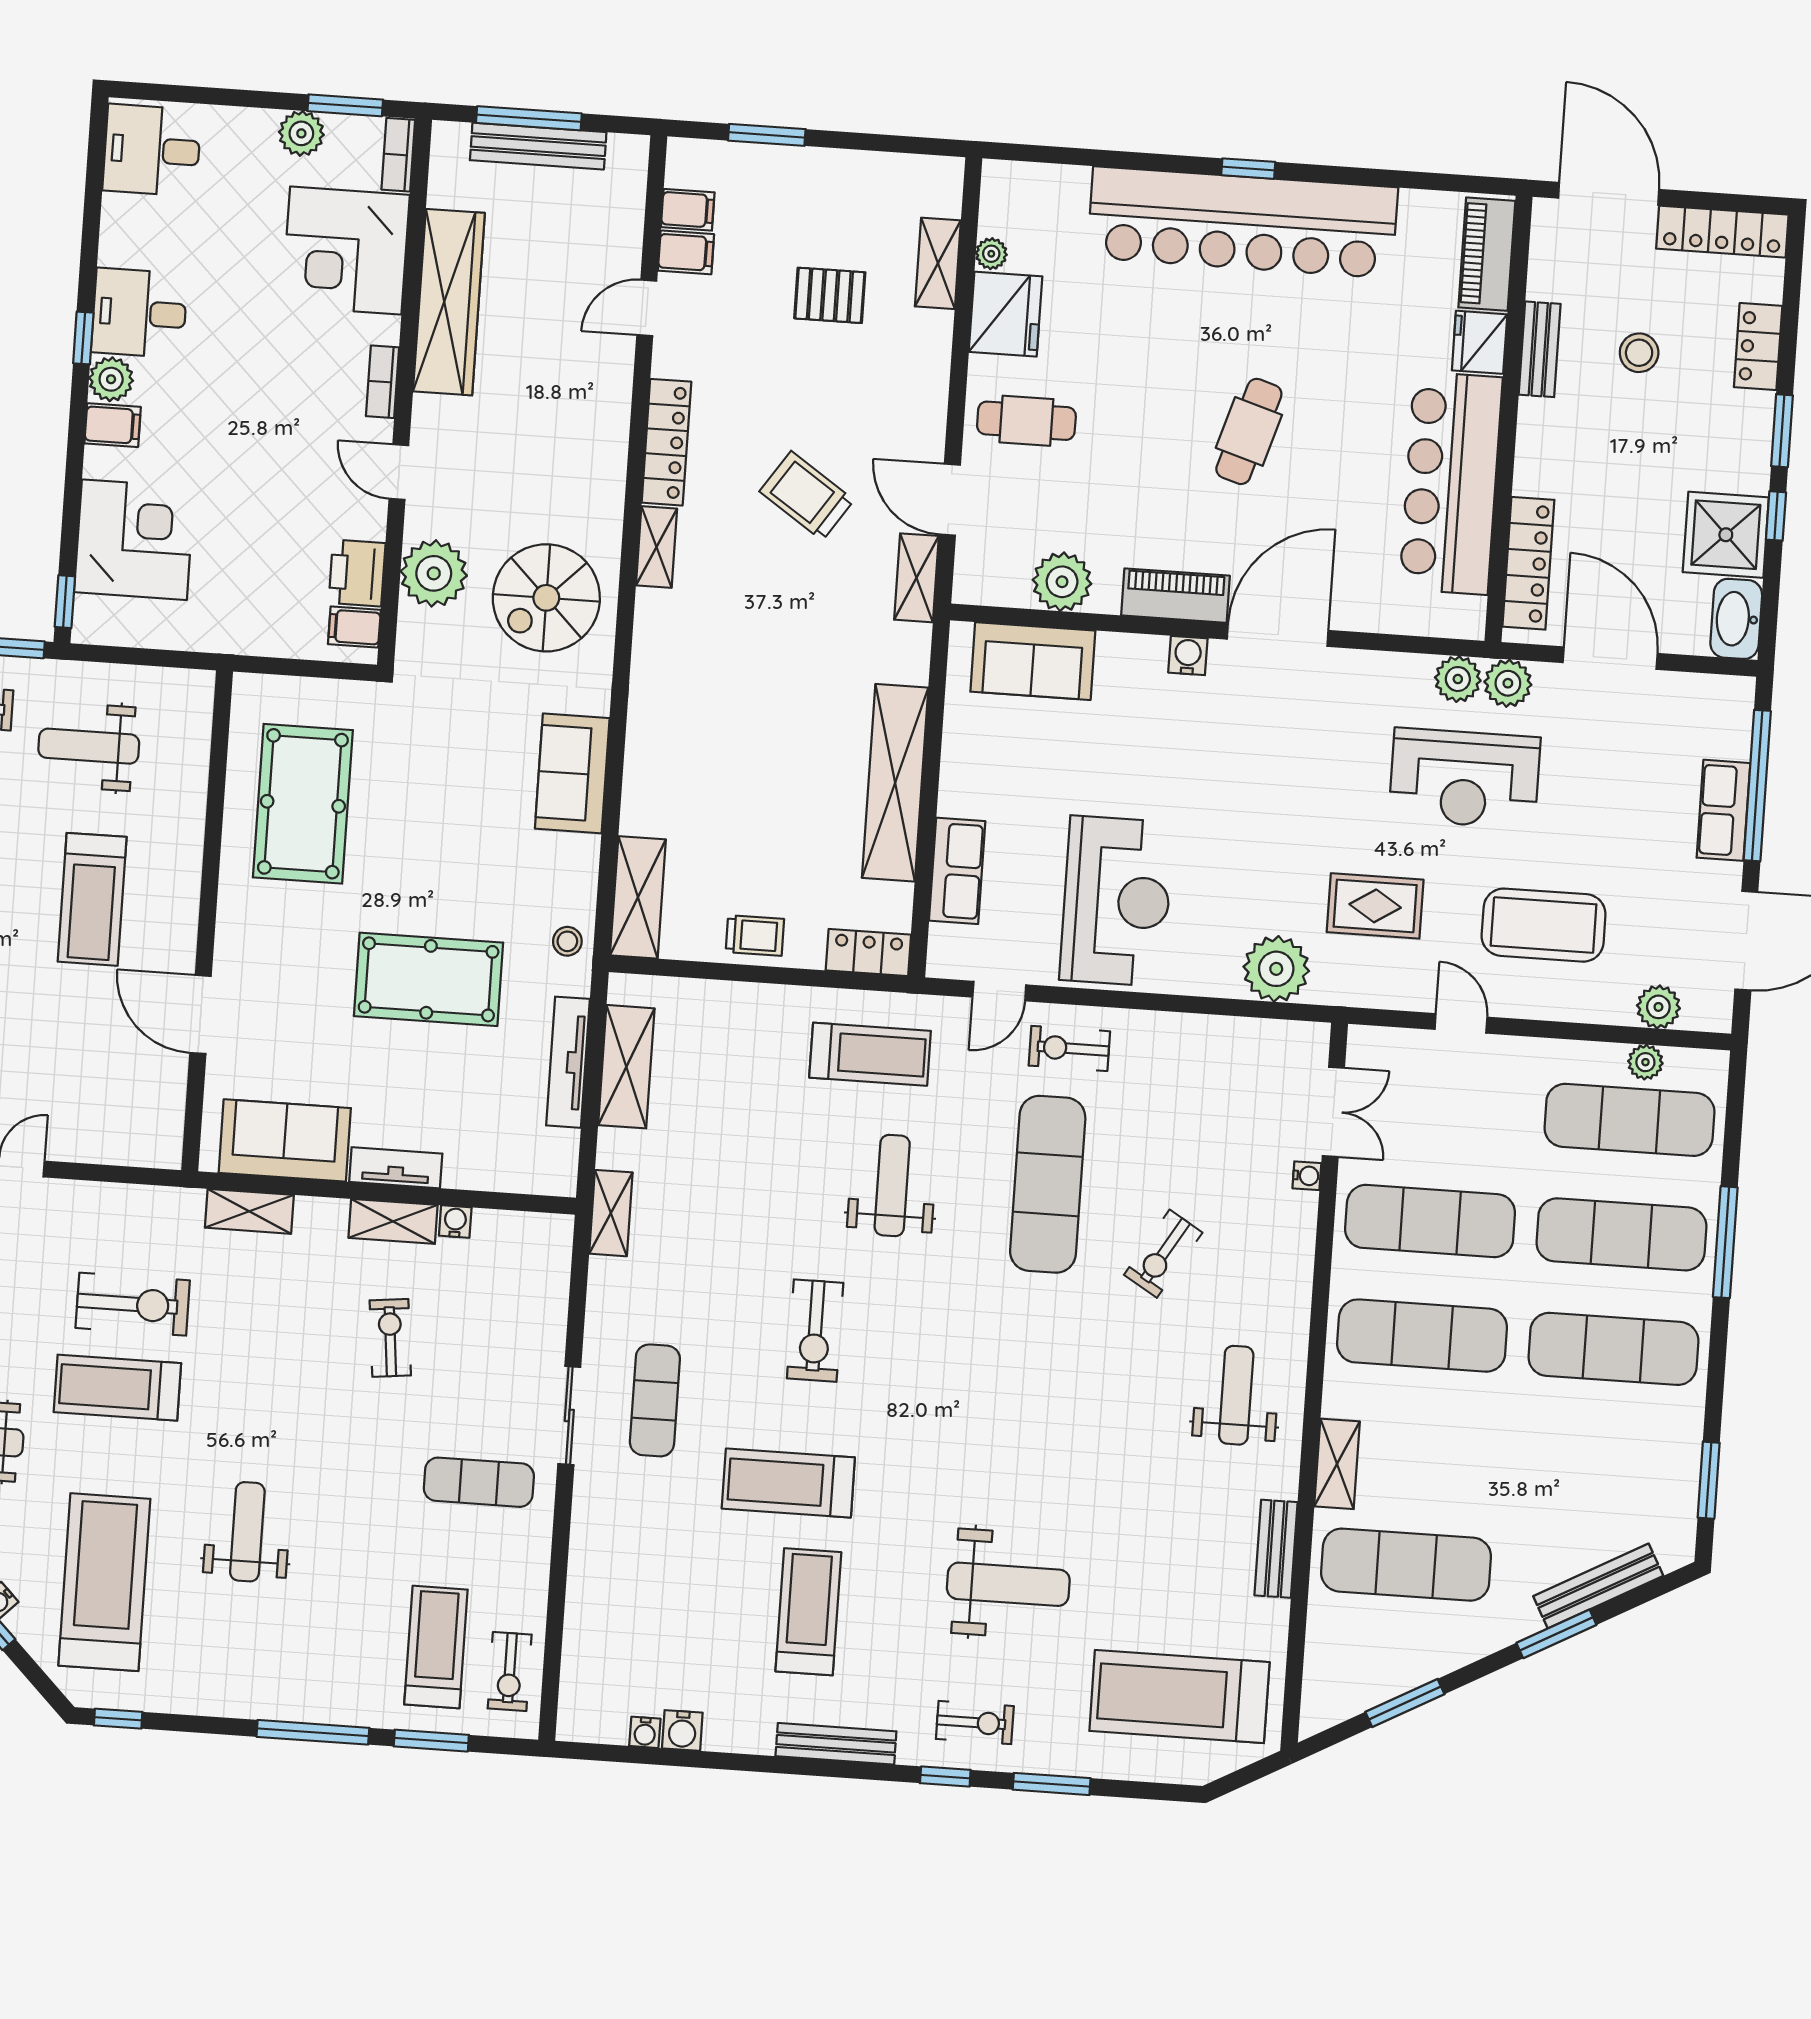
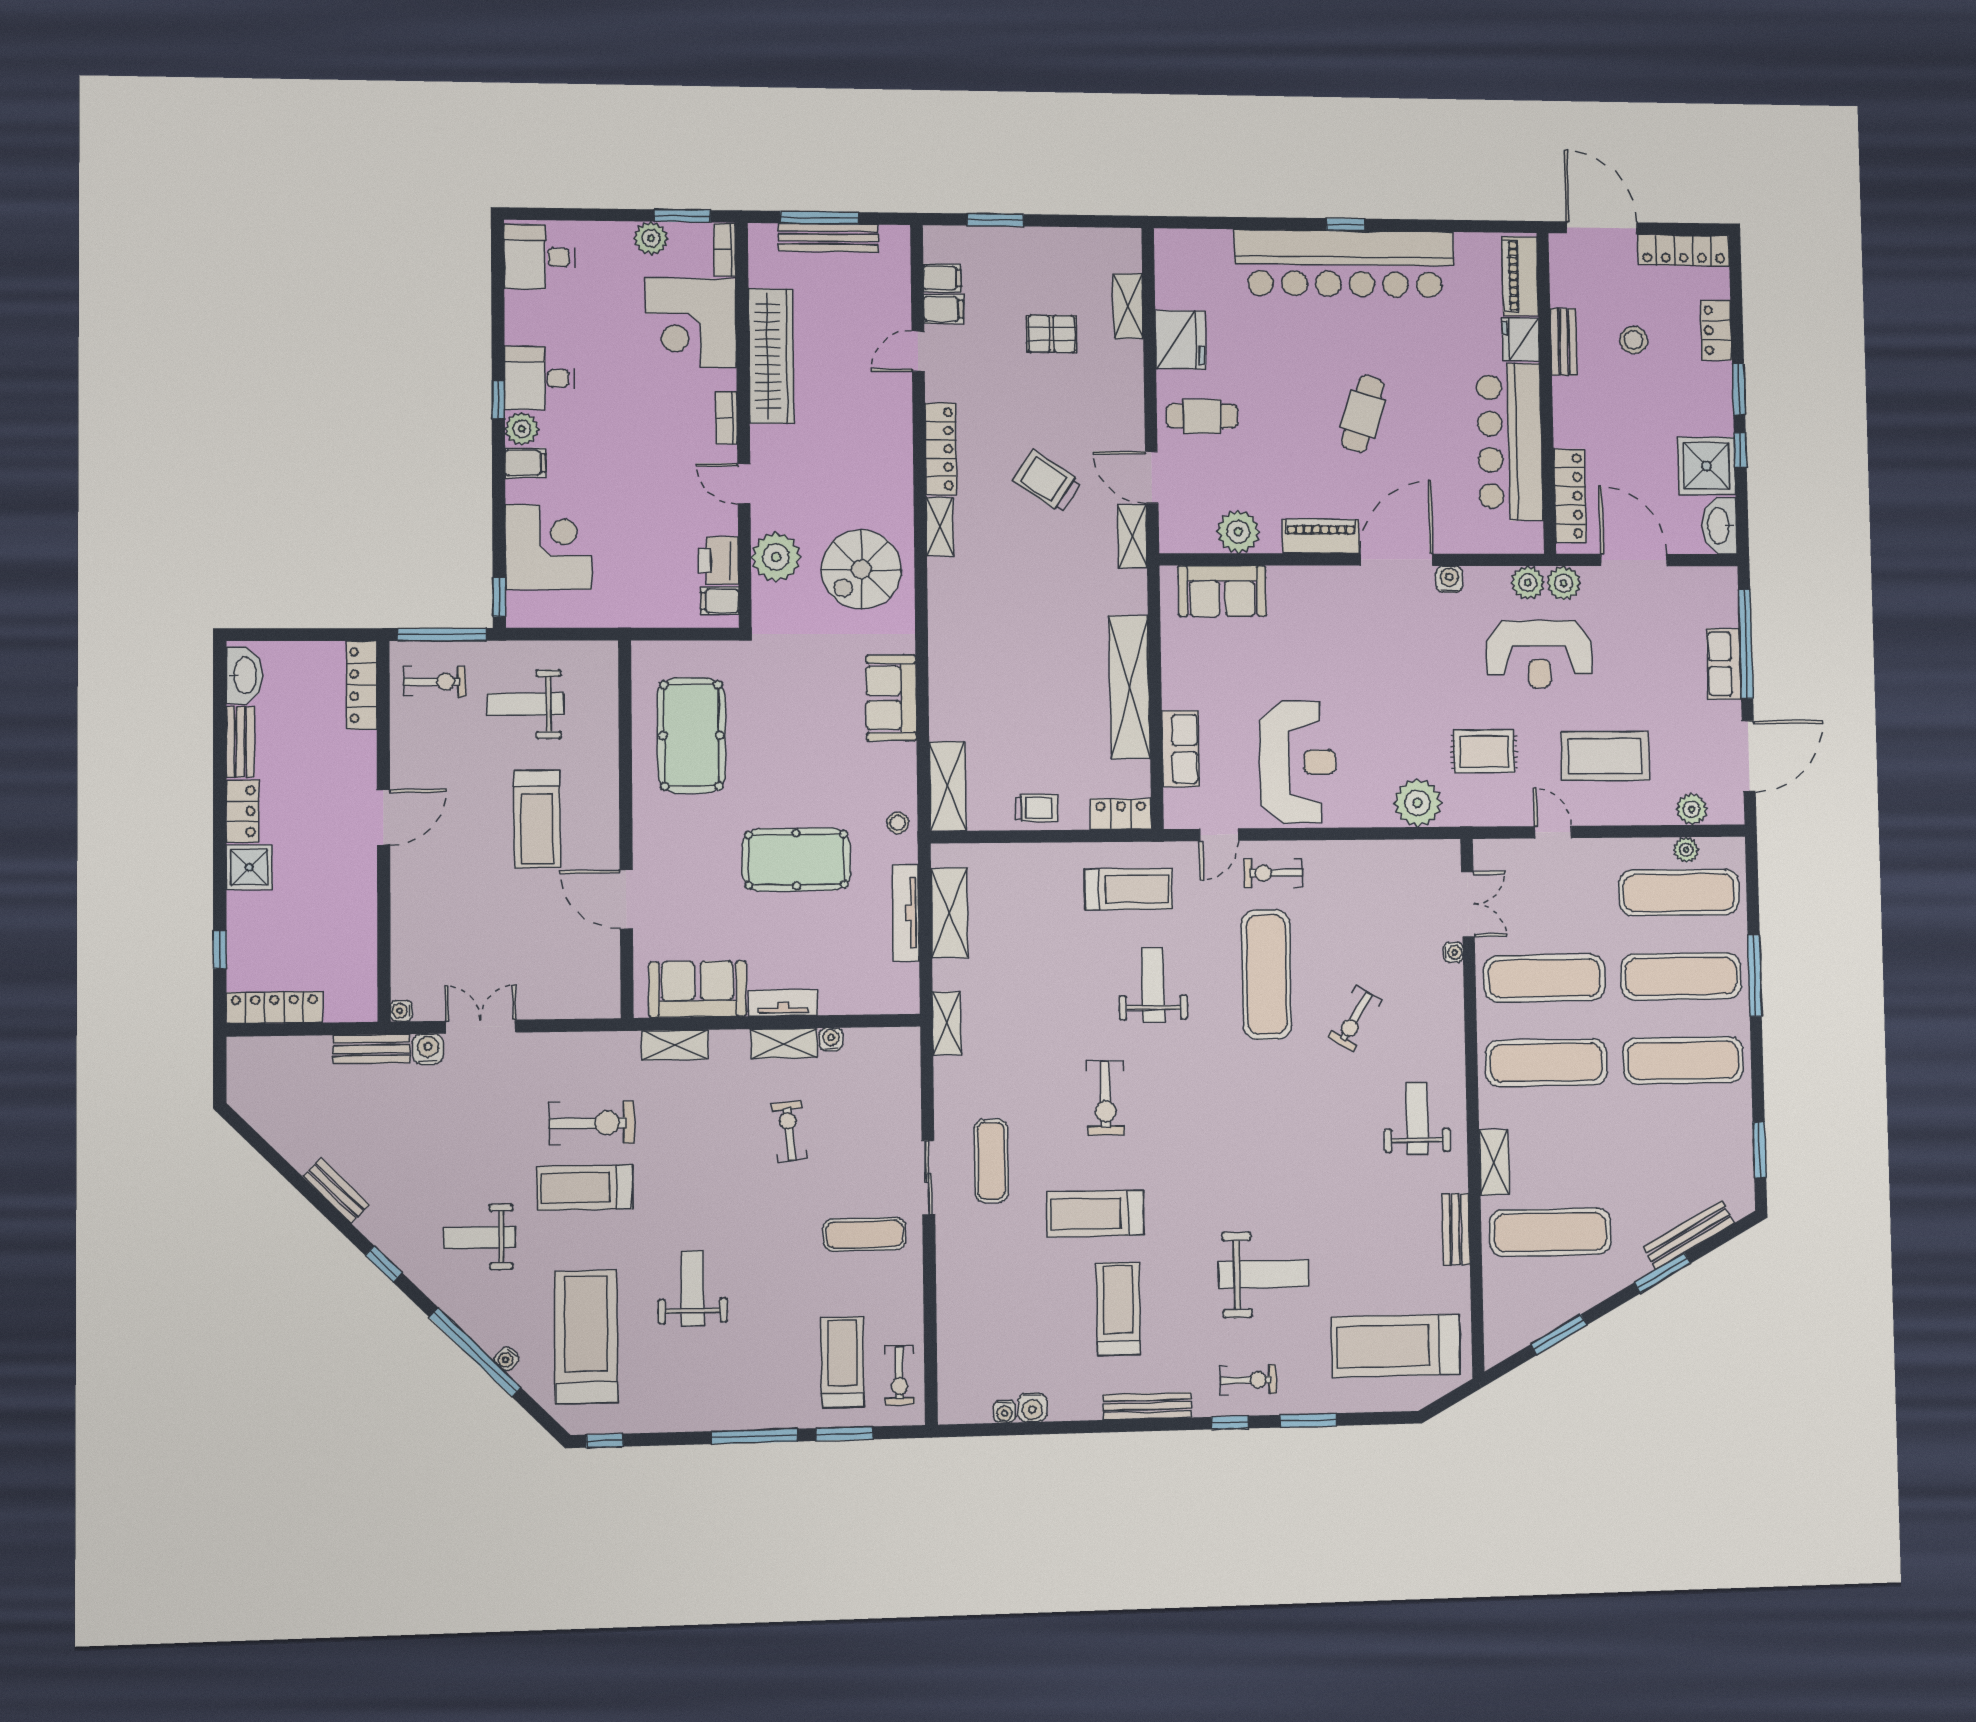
plant: (991, 254) -> (1166, 297), removed
water cooler: (1188, 655) -> (1449, 579), moved

